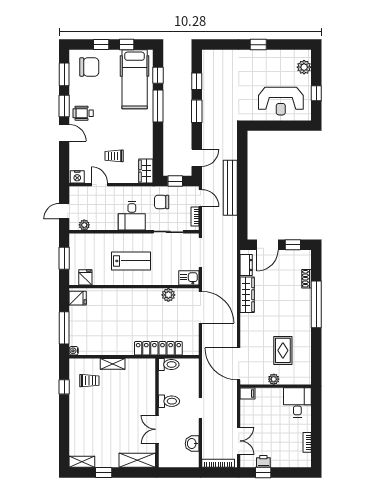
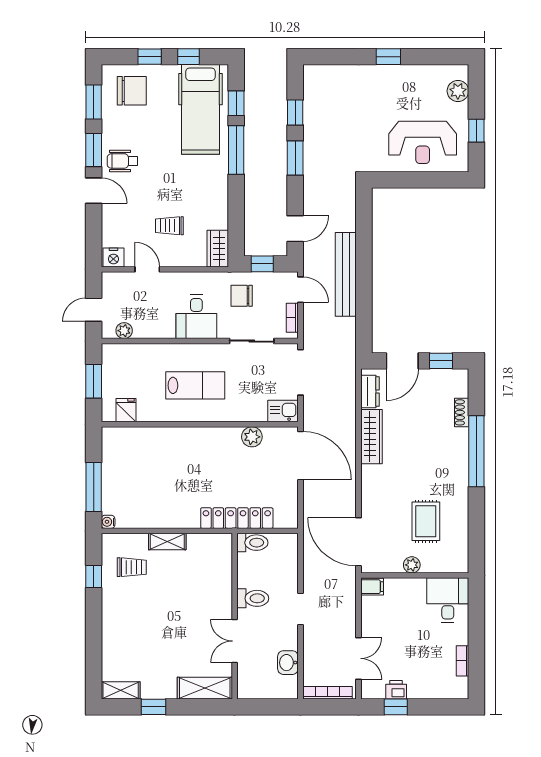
fridge: (78, 298) -> (114, 442), removed

